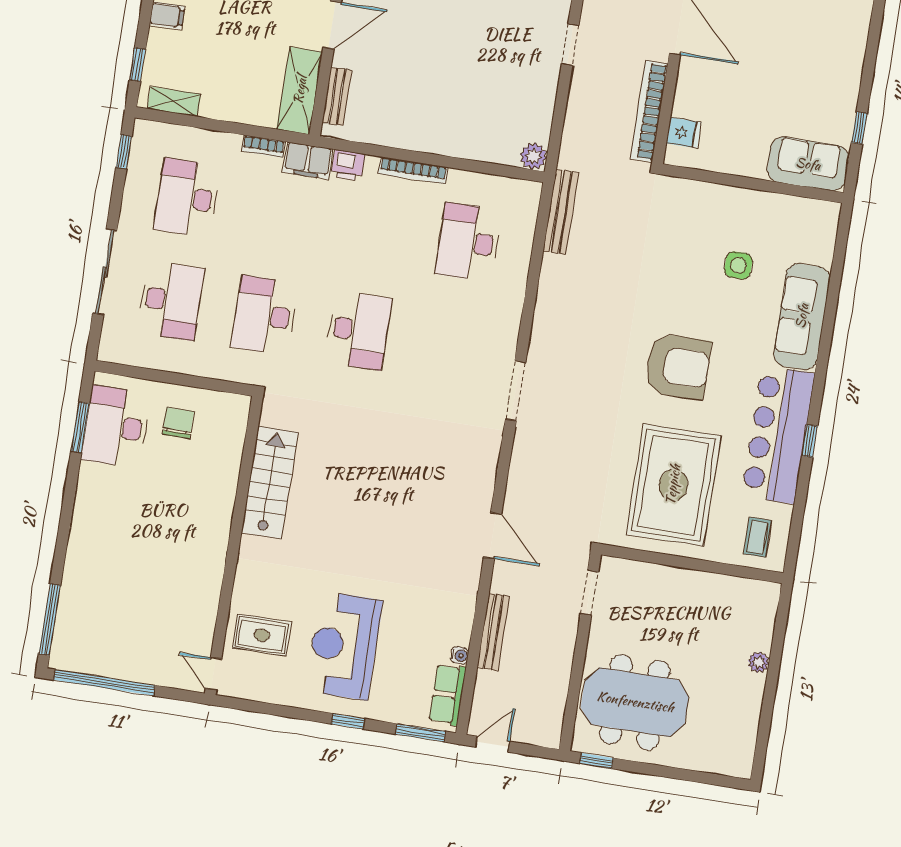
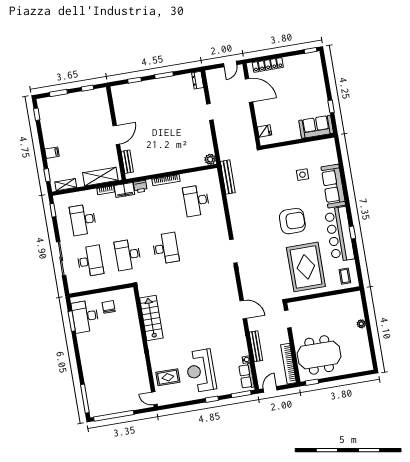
shelving: (300, 90) -> (100, 177), moved, turned 90
bookcase: (649, 111) -> (289, 364), moved

